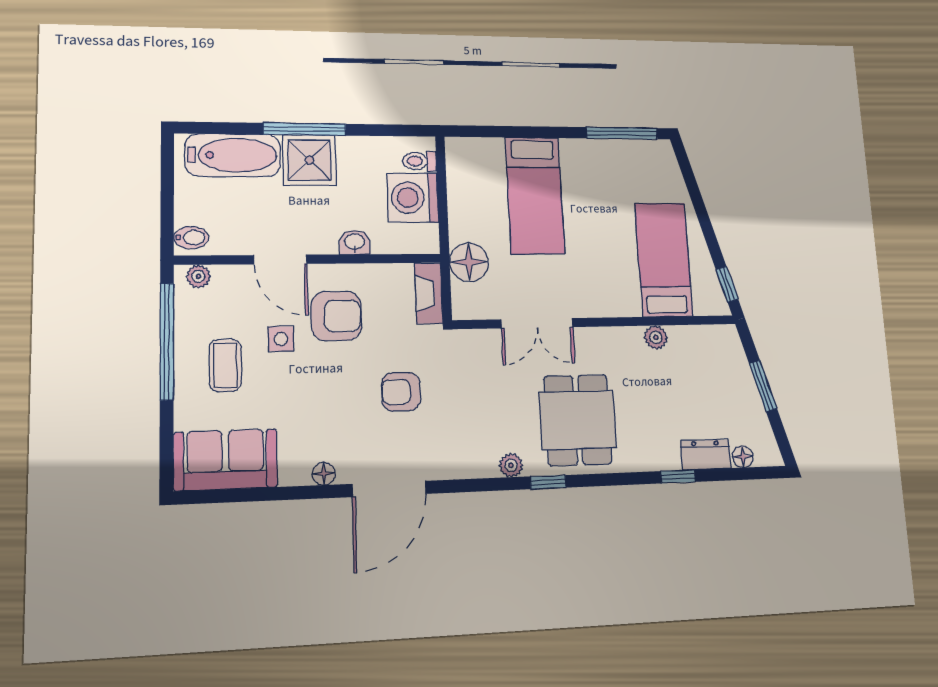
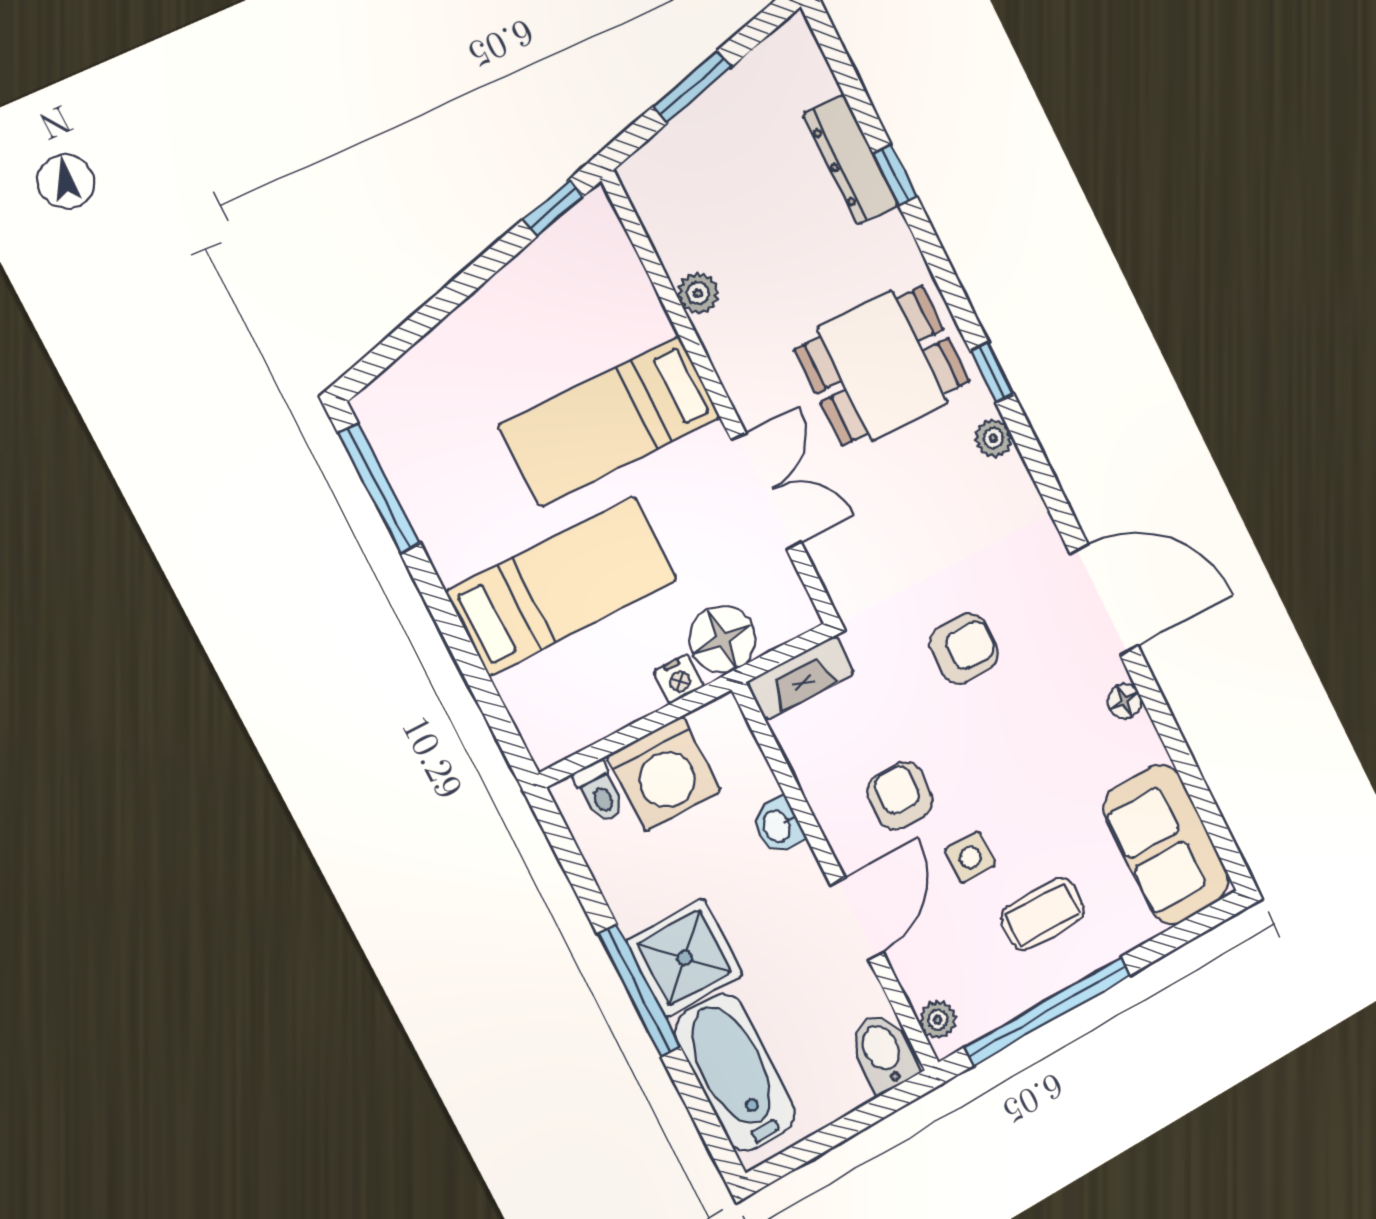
nightstand: (459, 229) -> (679, 679), added
bidet: (191, 238) -> (883, 1052), width x1.38, depth x1.36
bed: (664, 260) -> (610, 421), moved
armchair: (336, 316) -> (900, 796), width x0.72, depth x0.72
armchair: (401, 392) -> (964, 648), turned -90
dresser: (706, 455) -> (851, 160), width x1.44
floor lamp: (743, 457) -> (818, 81), removed

